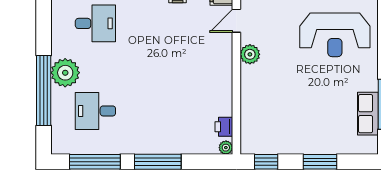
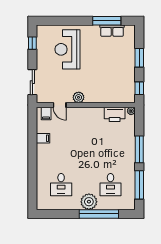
desk: (95, 23) -> (61, 185), turned 180
reception desk: (335, 35) -> (67, 49), turned 180
printer: (224, 127) -> (115, 114), width x1.87, depth x1.48

